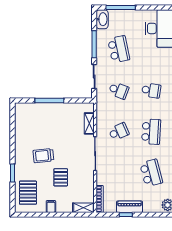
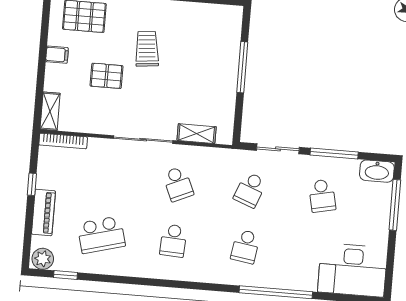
school desk: (119, 49) -> (322, 196), width x0.54
school desk: (151, 132) -> (173, 241), width x0.54
piano: (130, 207) -> (43, 212), moved

